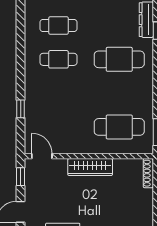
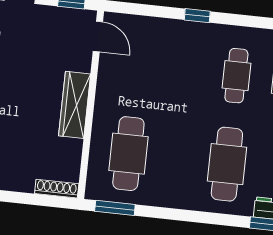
window: (21, 109) -> (197, 16), moved
door: (42, 156) -> (98, 37), hinge flipped

